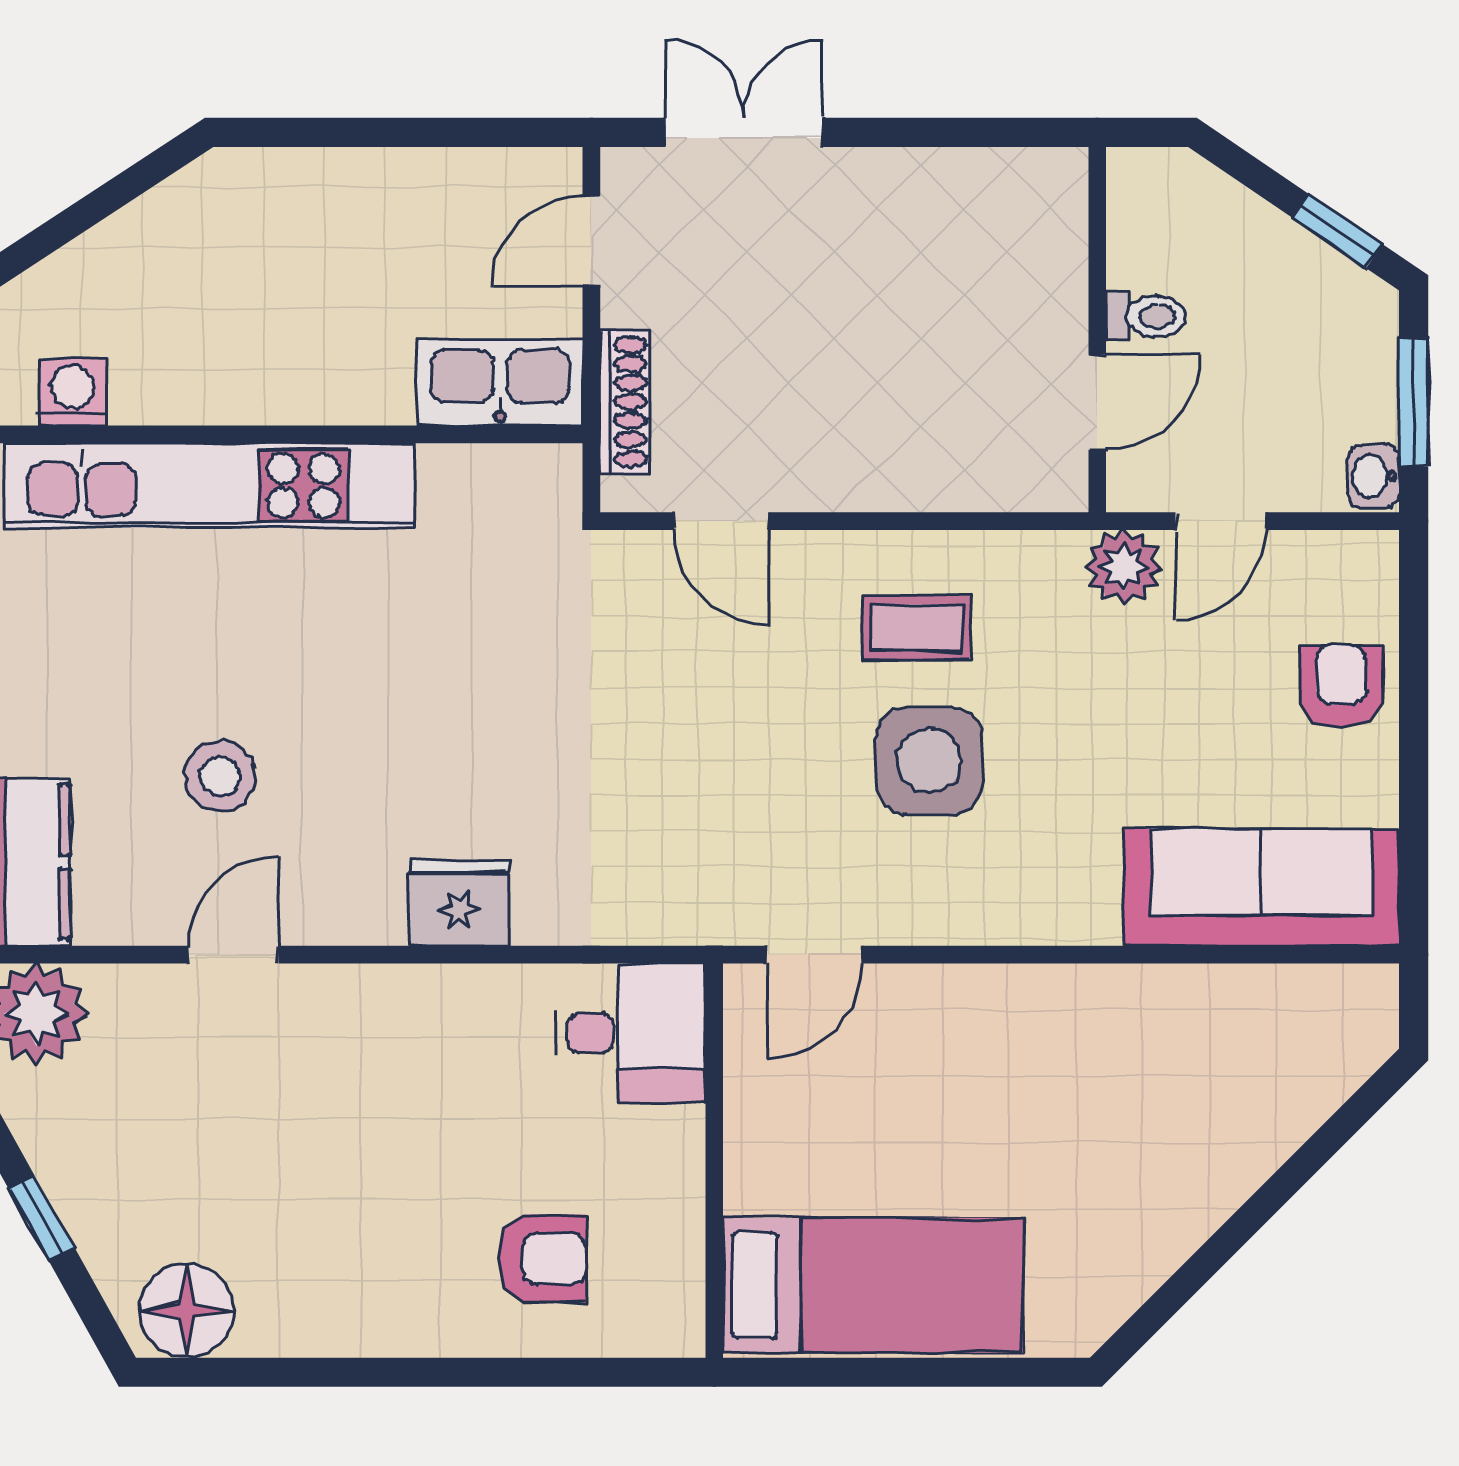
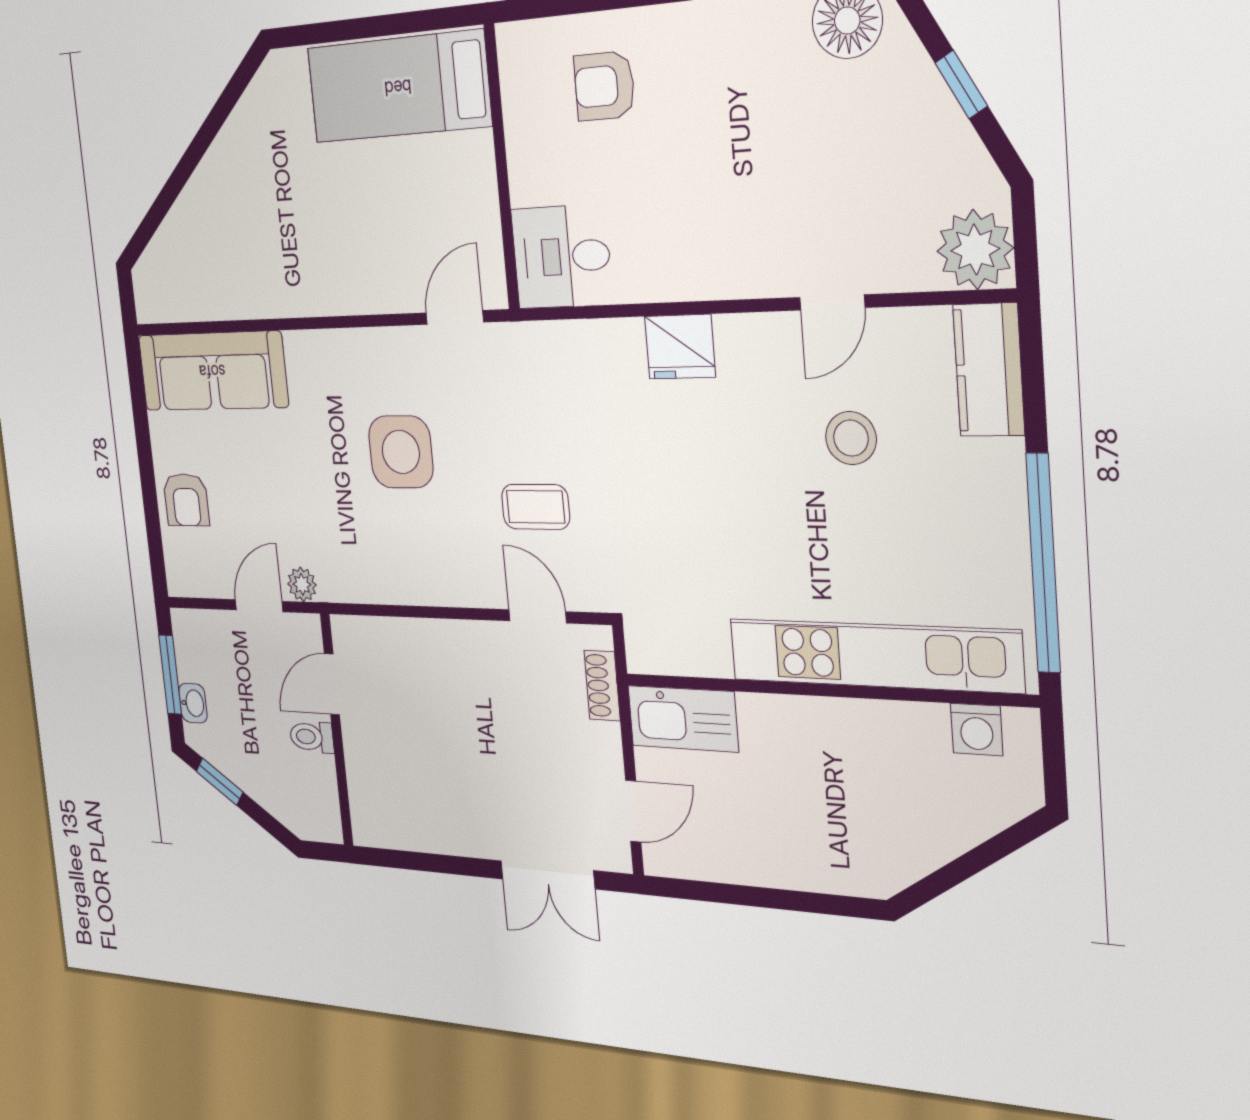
shoe rack: (625, 402) -> (602, 686), width x0.70
washbasin: (1373, 476) -> (193, 703), moved
plant: (1124, 567) -> (302, 584), width x0.73, depth x0.73
coffee table: (916, 628) -> (536, 507), moved

